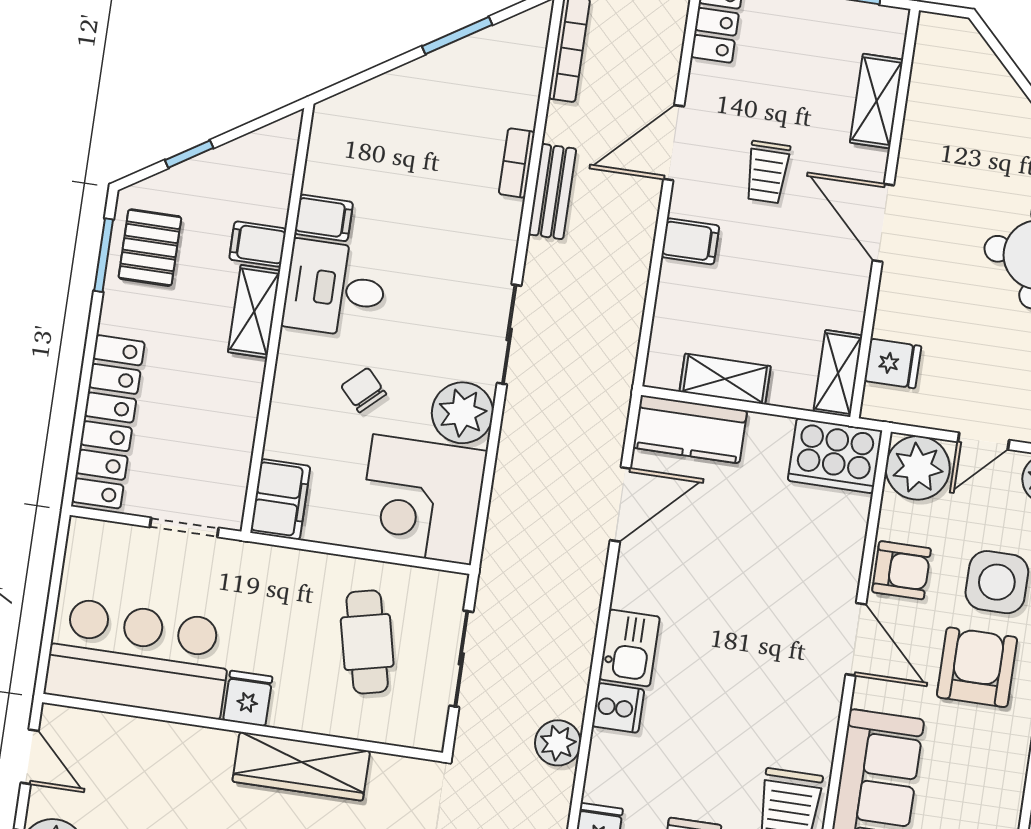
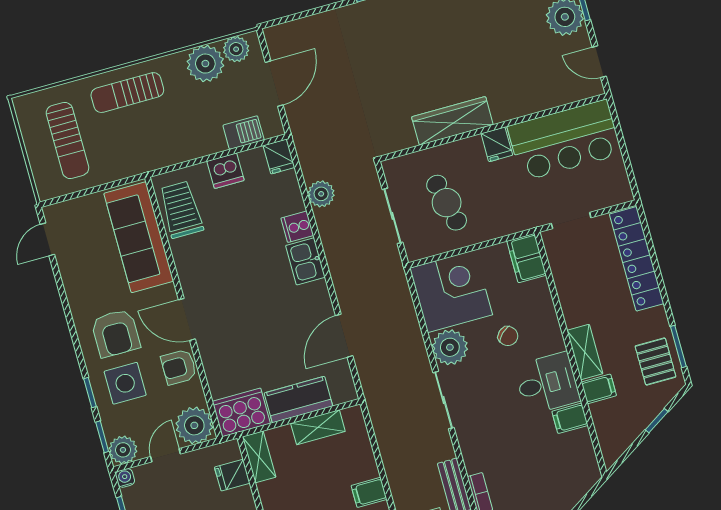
kitchen counter: (690, 429) -> (298, 400), moved

